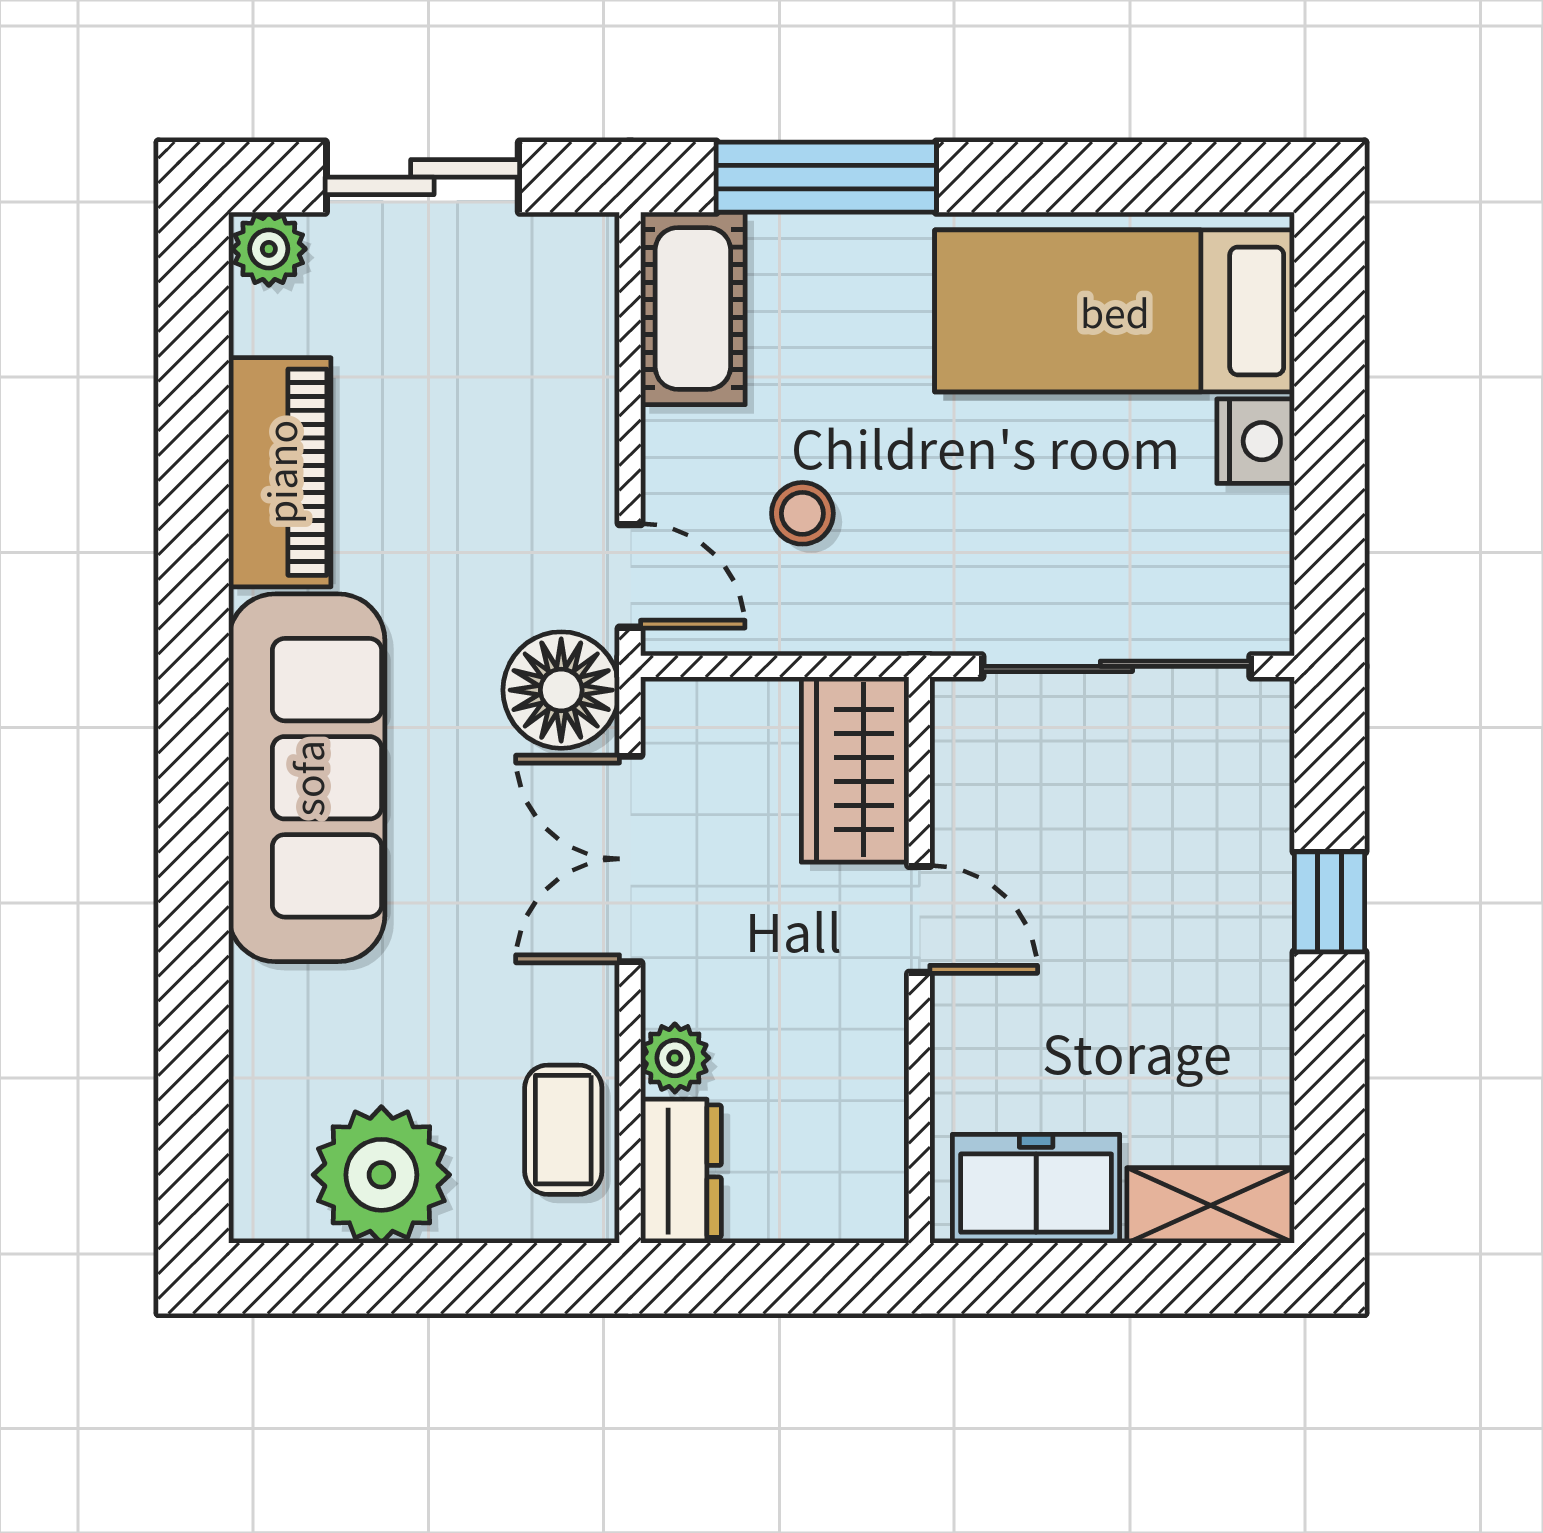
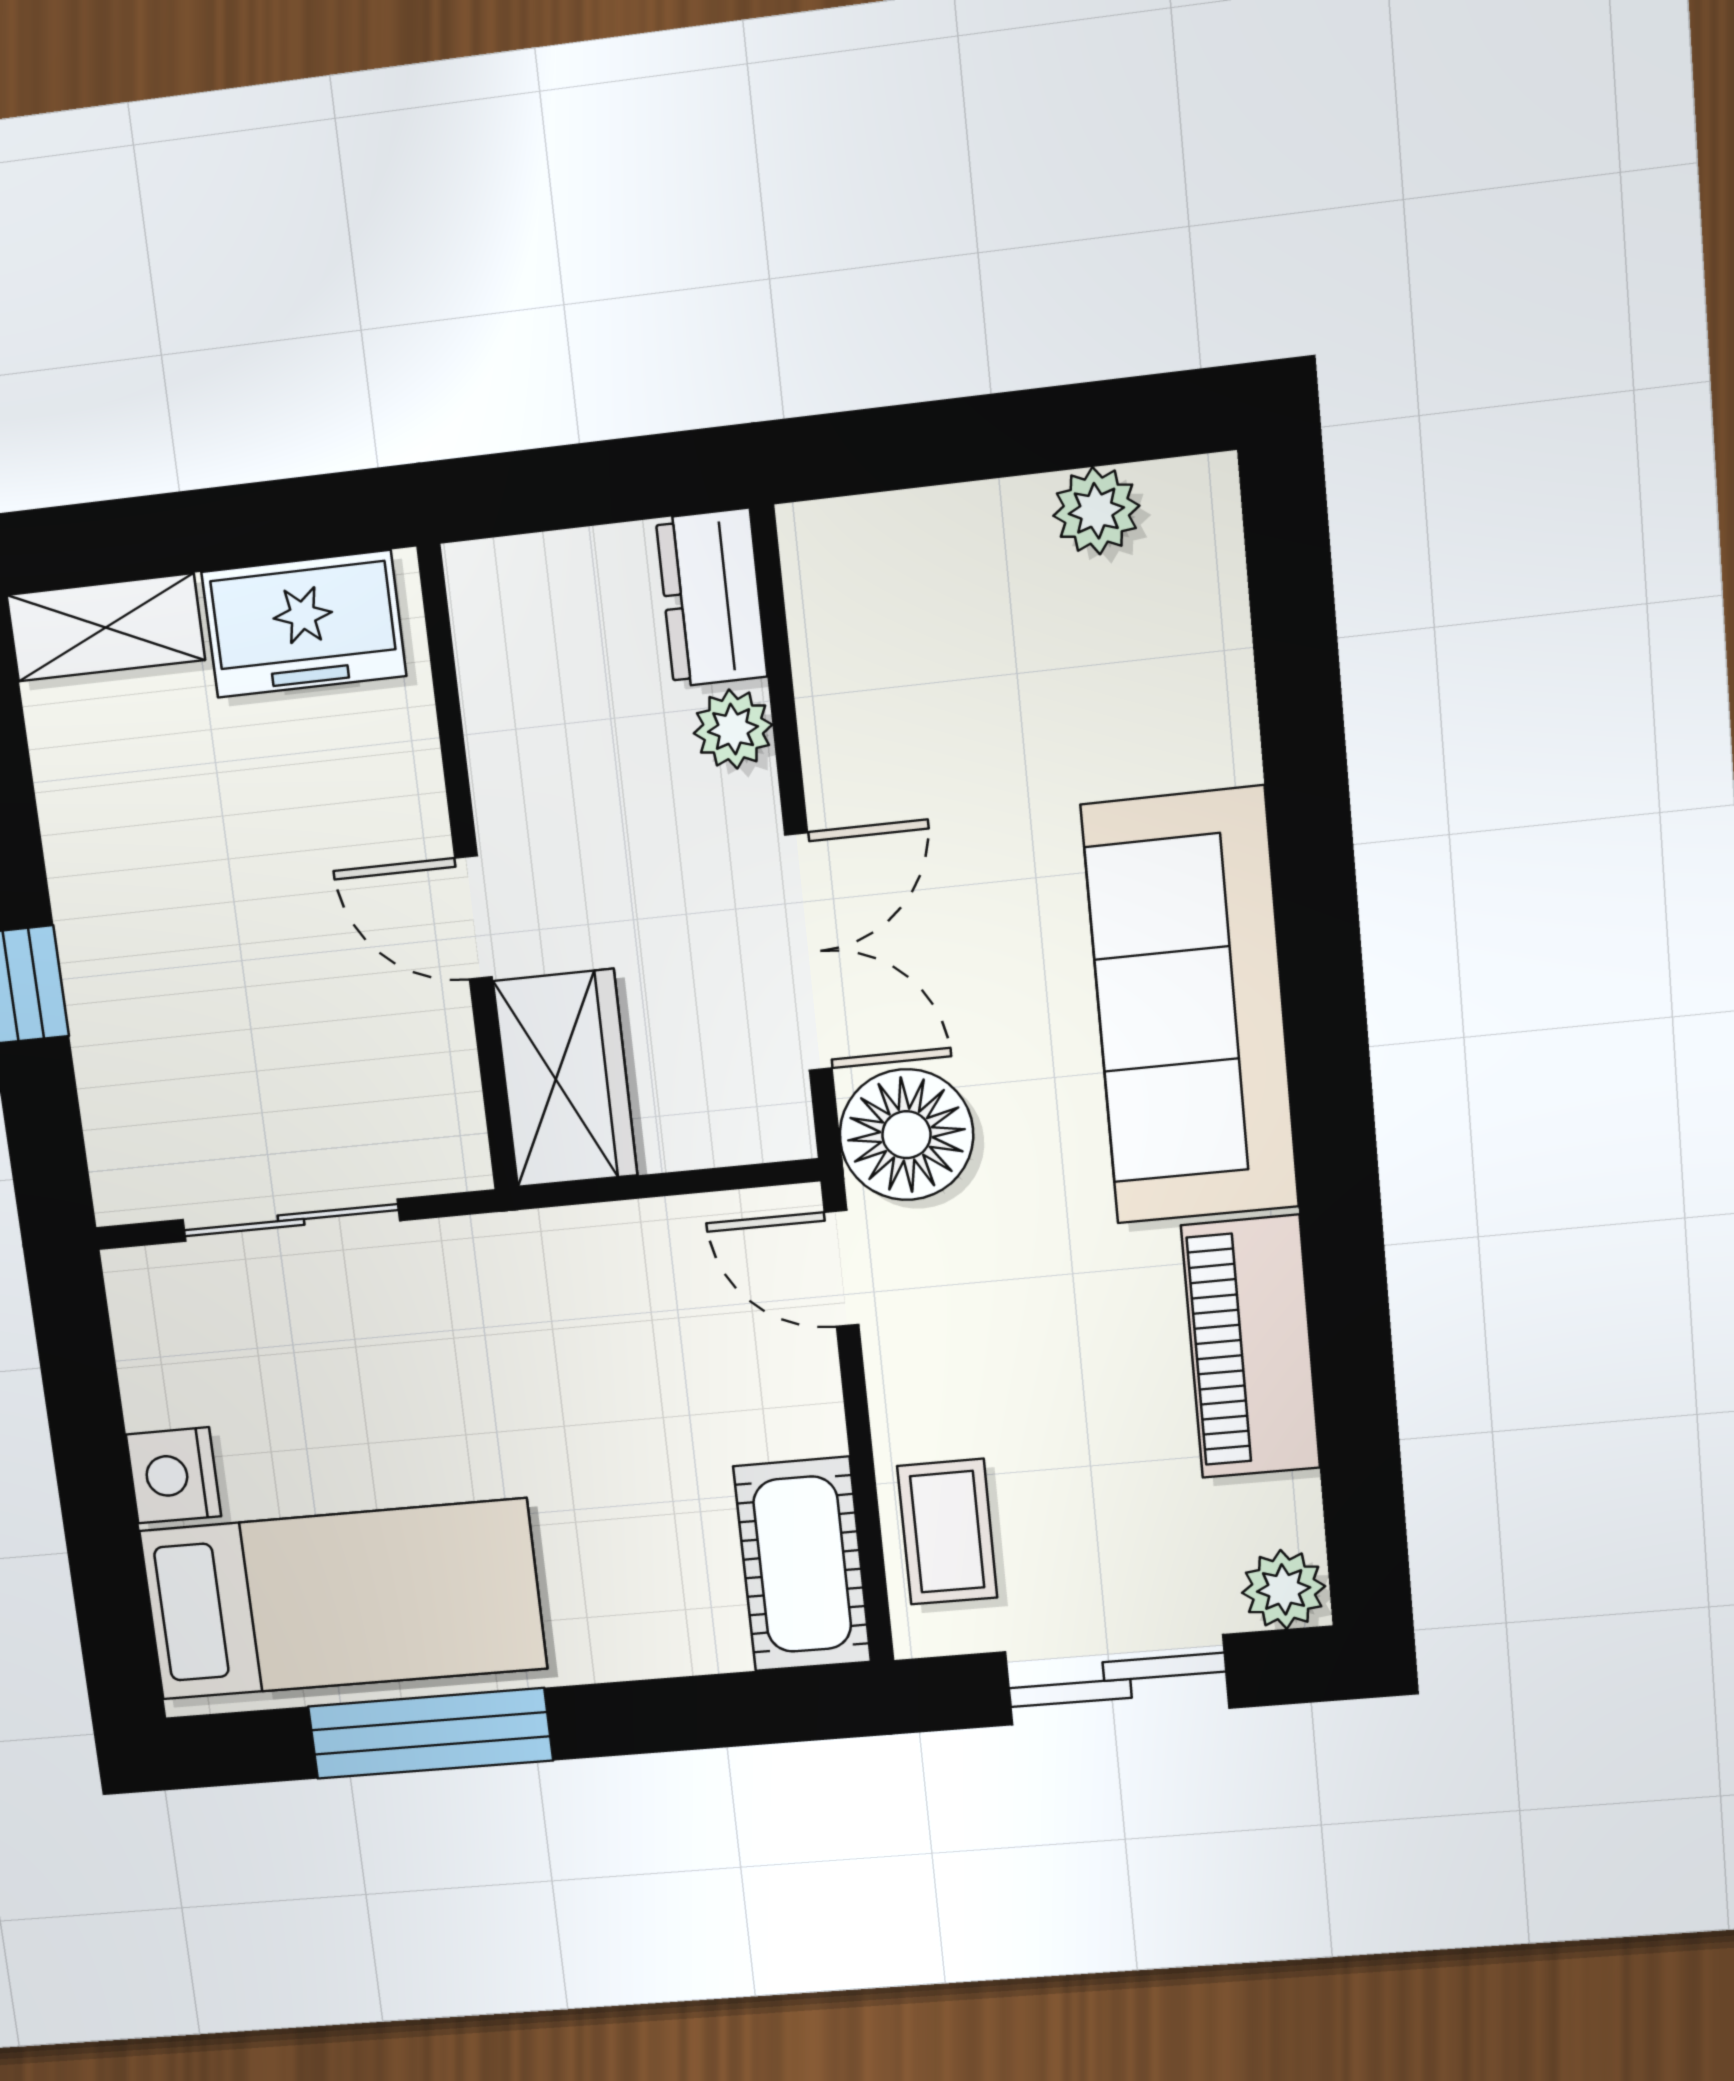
window: (826, 177) -> (430, 1733), moved
stool: (802, 513) -> (657, 1355), removed
sliding door: (1116, 666) -> (291, 1220), width x0.73
coffee table: (563, 1130) -> (947, 1532), moved
plant: (381, 1175) -> (1096, 511), width x0.53, depth x0.53

